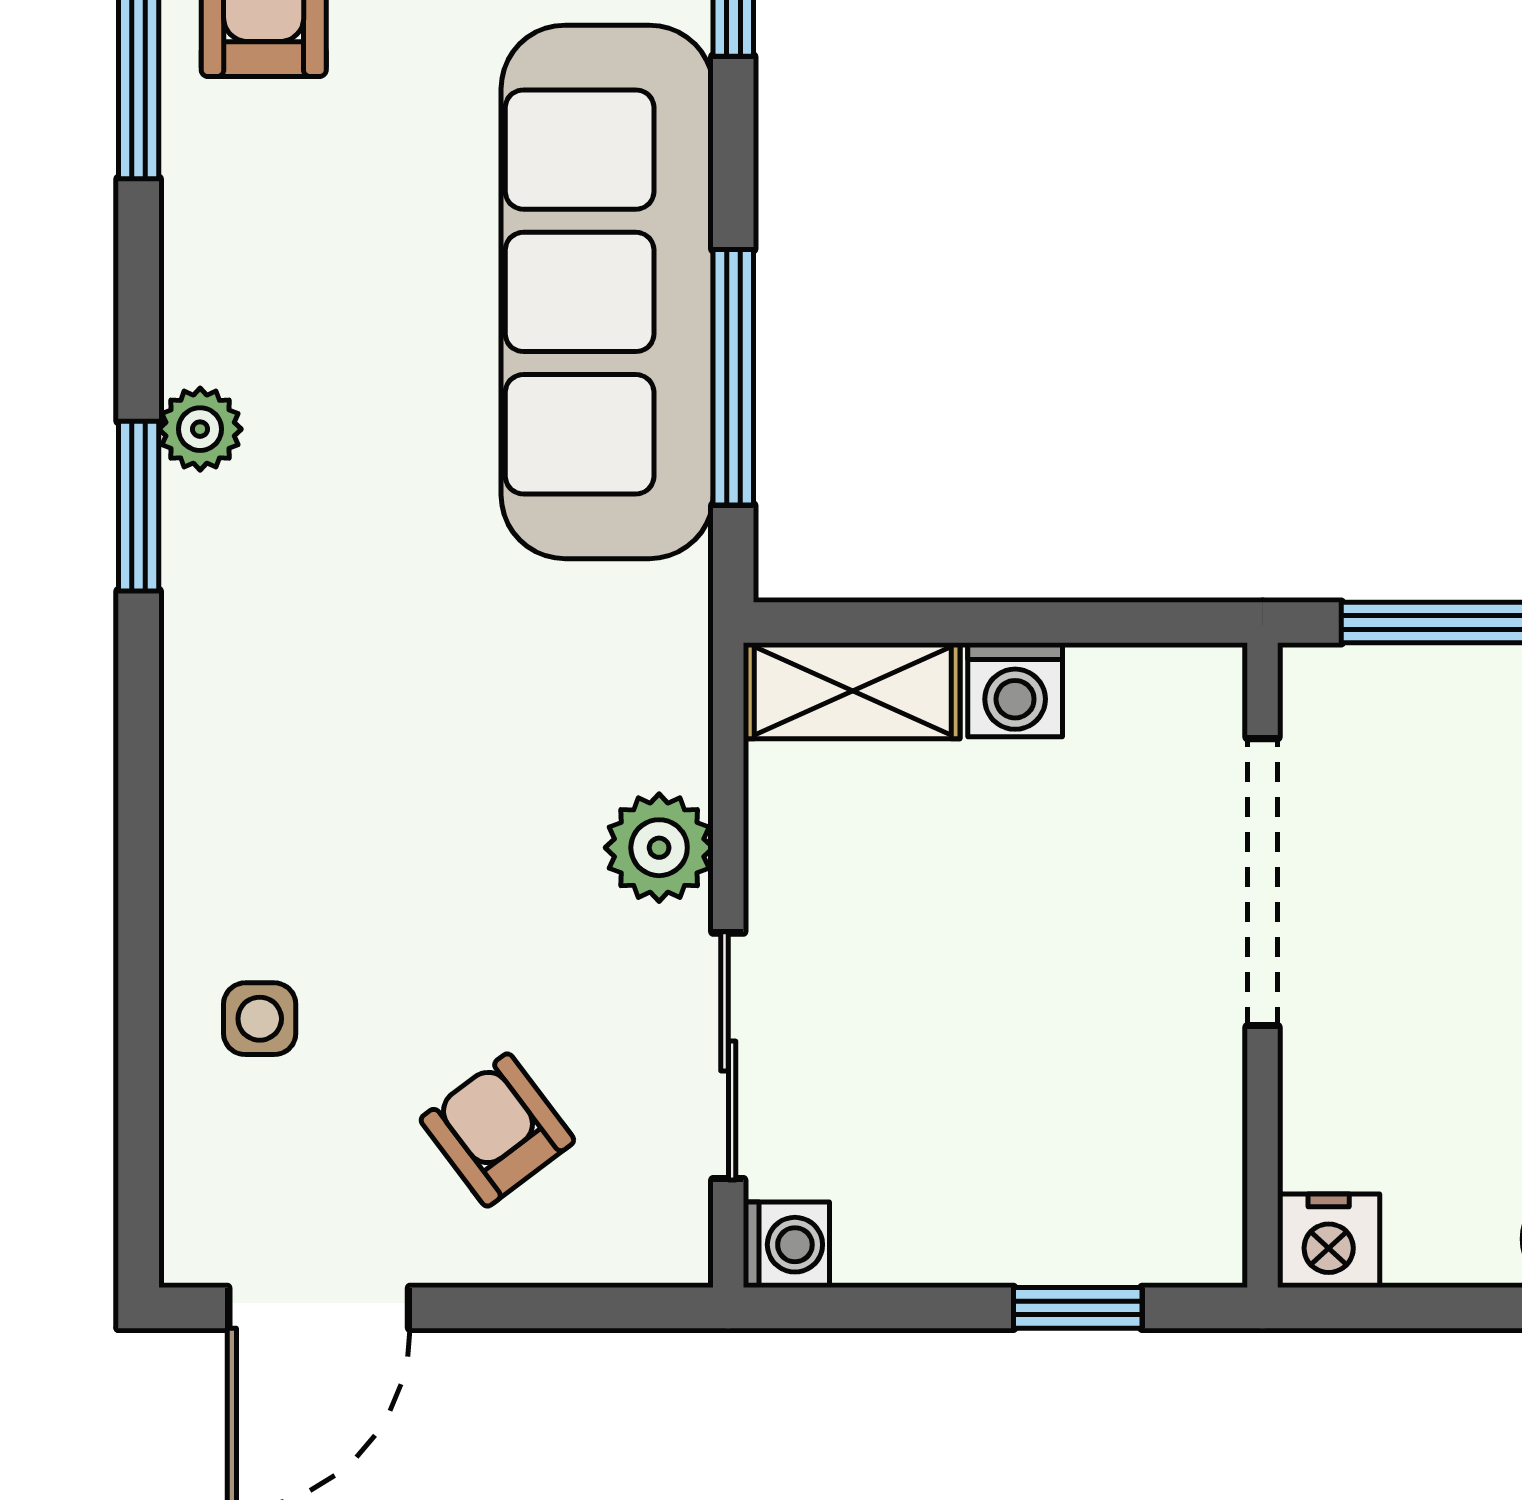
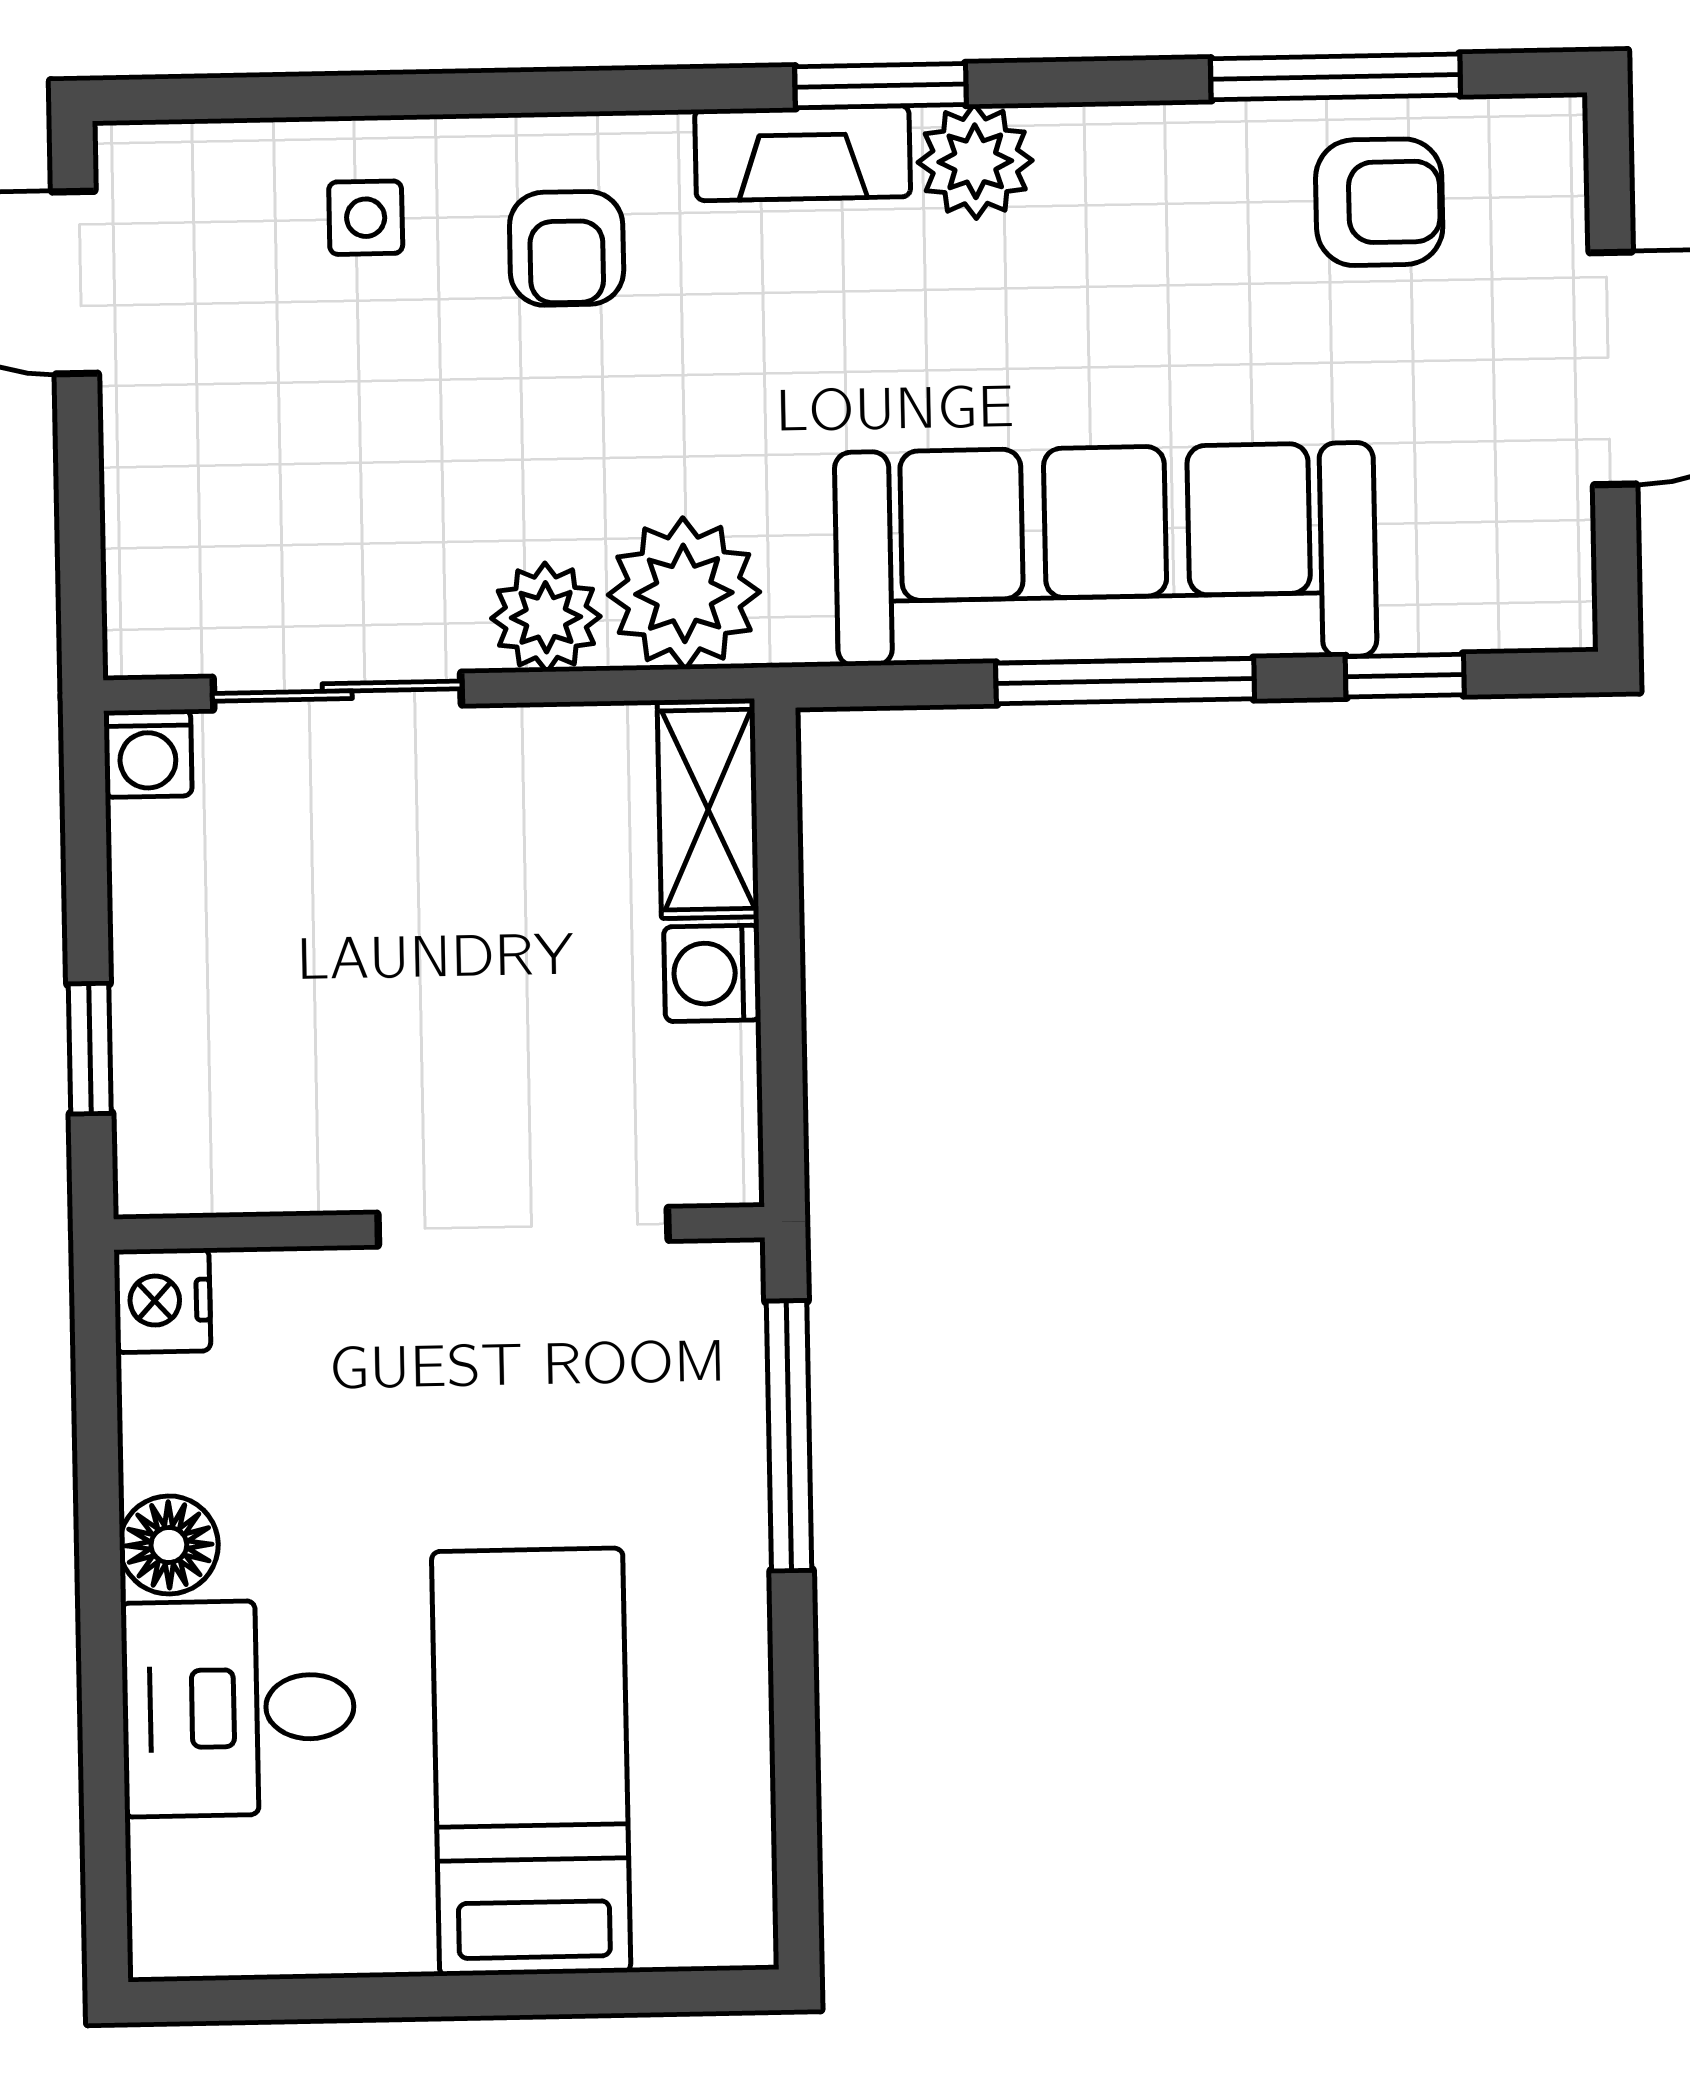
window: (733, 377) -> (1125, 681), moved
plant: (200, 429) -> (975, 161), width x1.38, depth x1.38
fireplace: (204, 585) -> (803, 153), added
plant: (638, 710) -> (684, 593), added
armchair: (497, 1130) -> (567, 248), moved, turned 127

